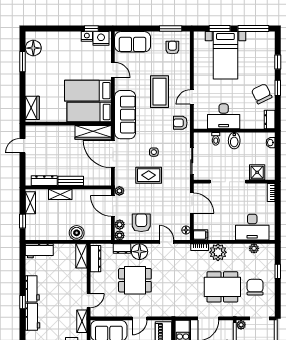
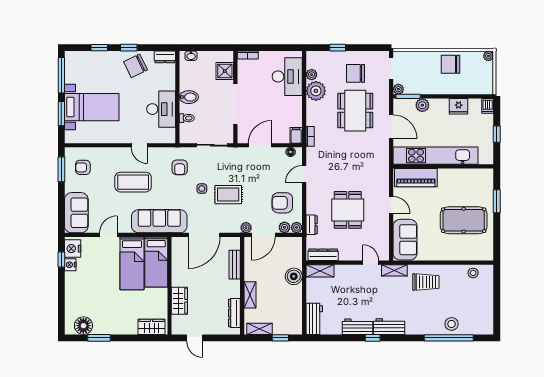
armchair: (180, 123) -> (180, 167), moved
wardrobe: (93, 132) -> (179, 301), moved, width x0.67
rug: (149, 175) -> (228, 195), turned 90
bench: (71, 181) -> (235, 265), moved
floor lamp: (140, 252) -> (315, 205), removed
plant: (218, 252) -> (316, 91), moved

